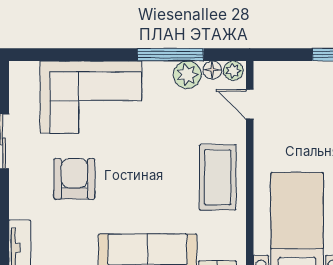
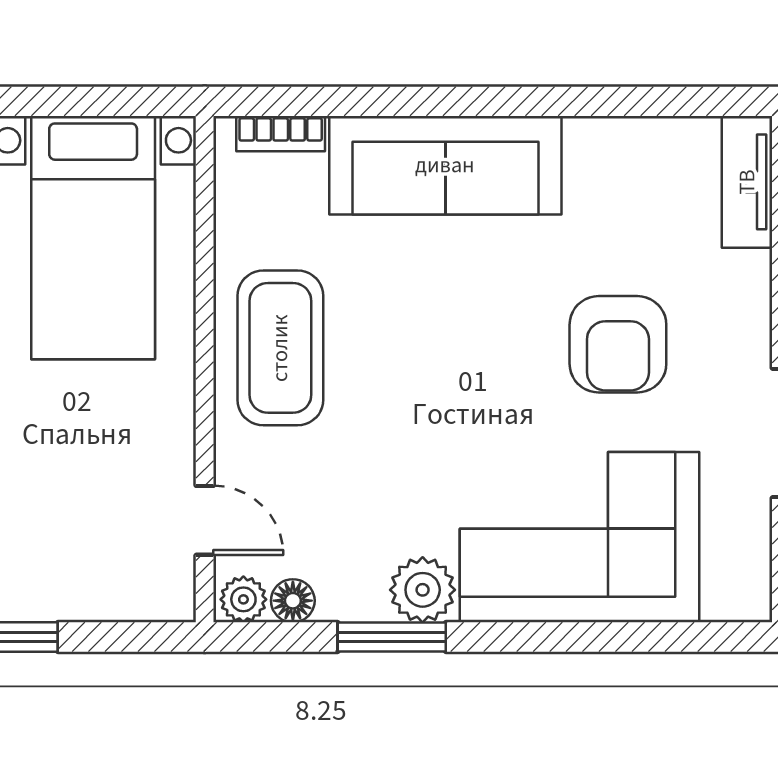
window: (170, 55) -> (392, 637), width x0.69
plant: (187, 75) -> (423, 590), moved

